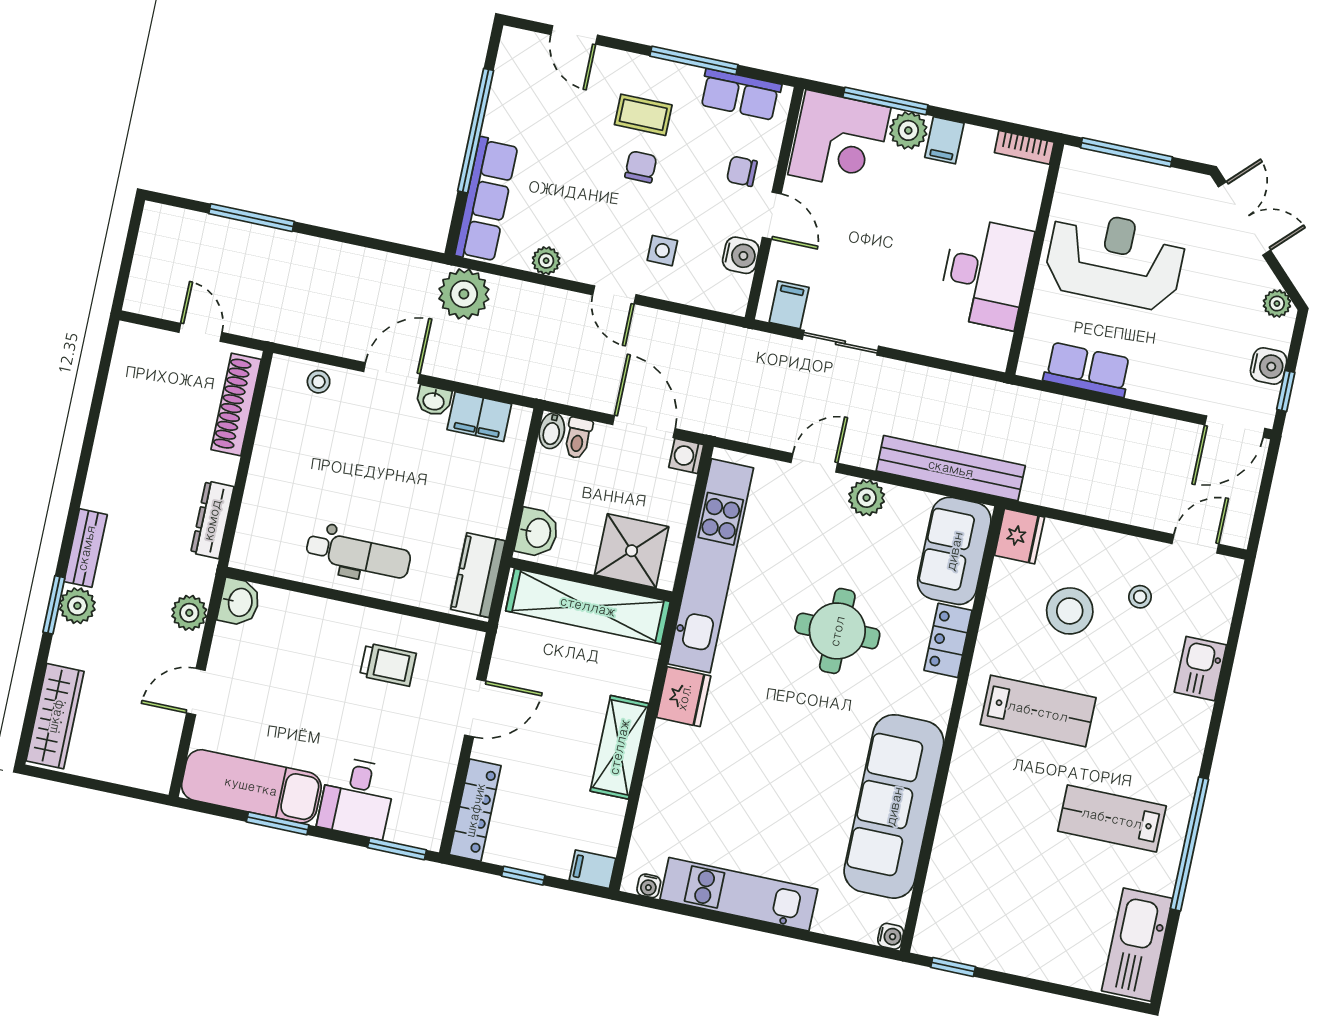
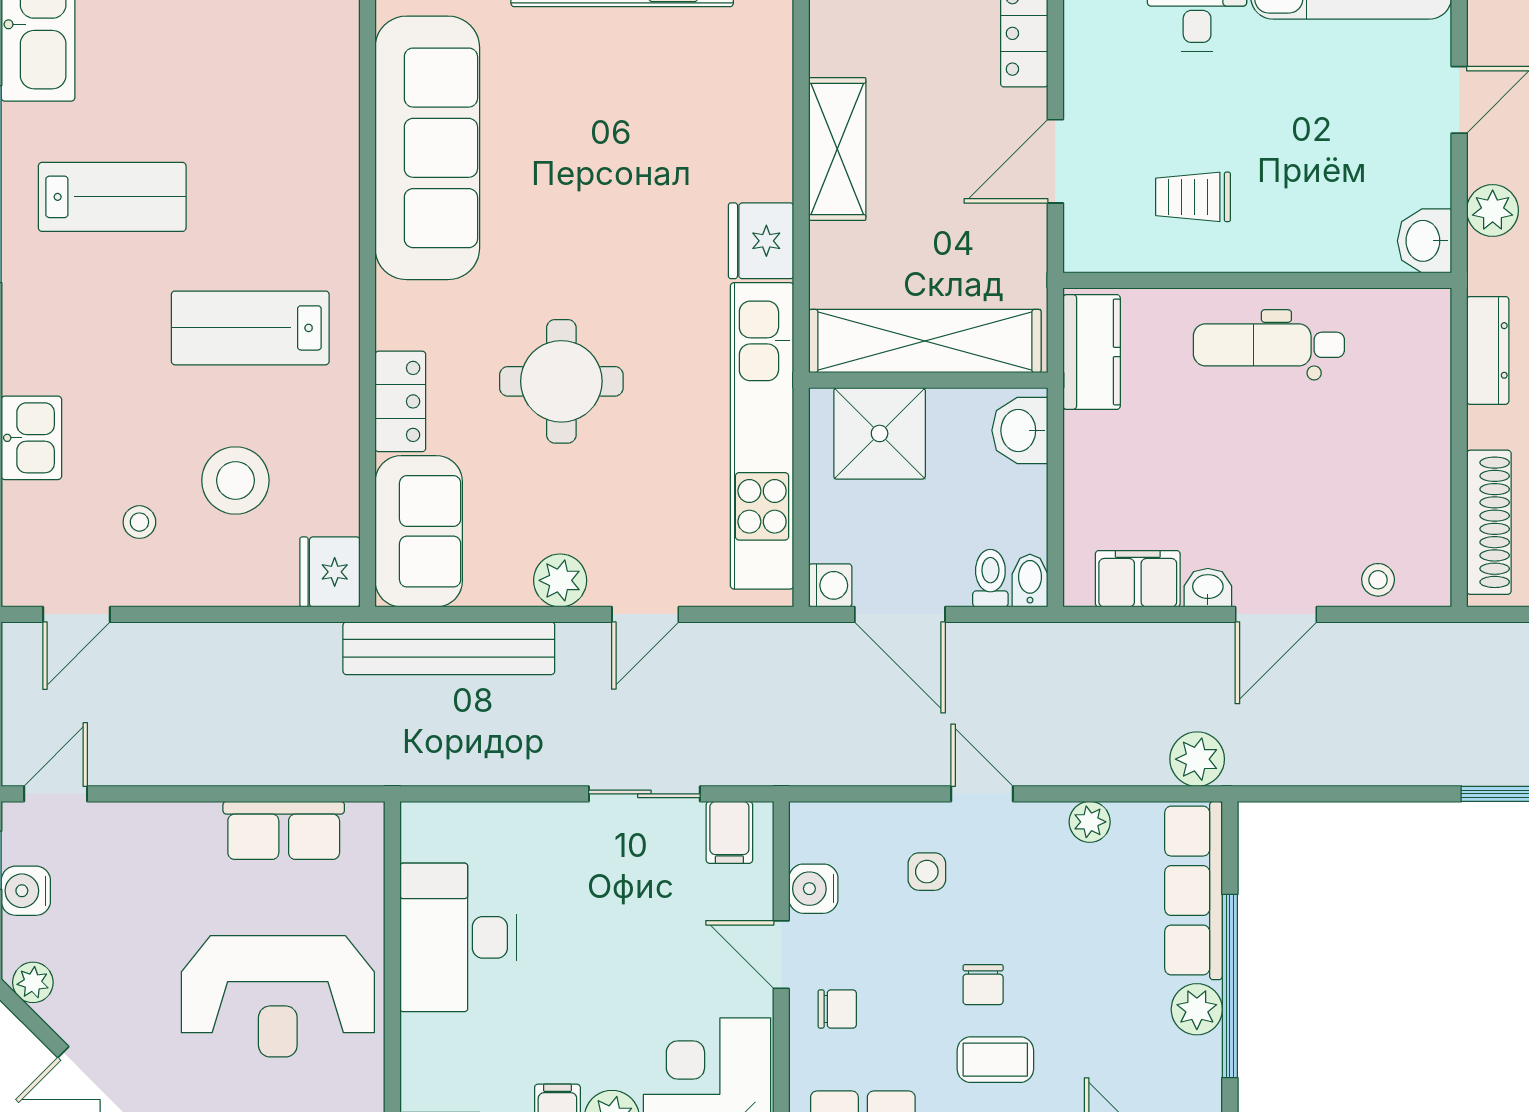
plant: (501, 120) -> (1197, 1009), added
plant: (464, 294) -> (1197, 759), width x0.73, depth x0.73
door: (1235, 427) -> (56, 794), width x0.73

